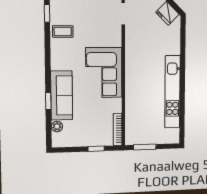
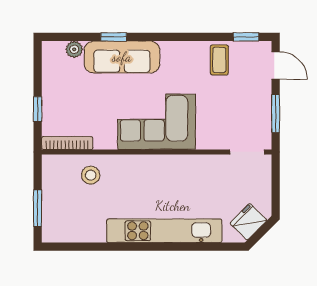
kitchen unit: (173, 92) -> (164, 231), moved
stool: (138, 114) -> (91, 175), added
window: (145, 147) -> (38, 208), moved

